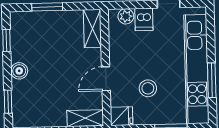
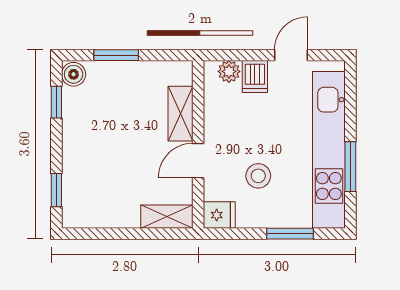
shelving: (92, 29) -> (180, 114), moved
boiler: (19, 71) -> (74, 74), moved

